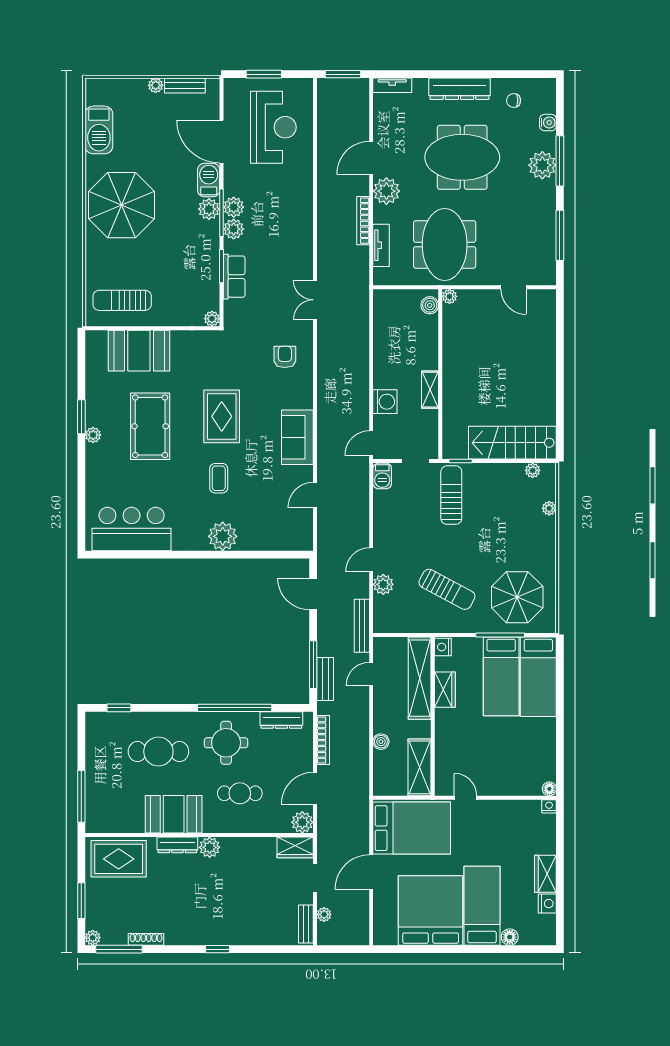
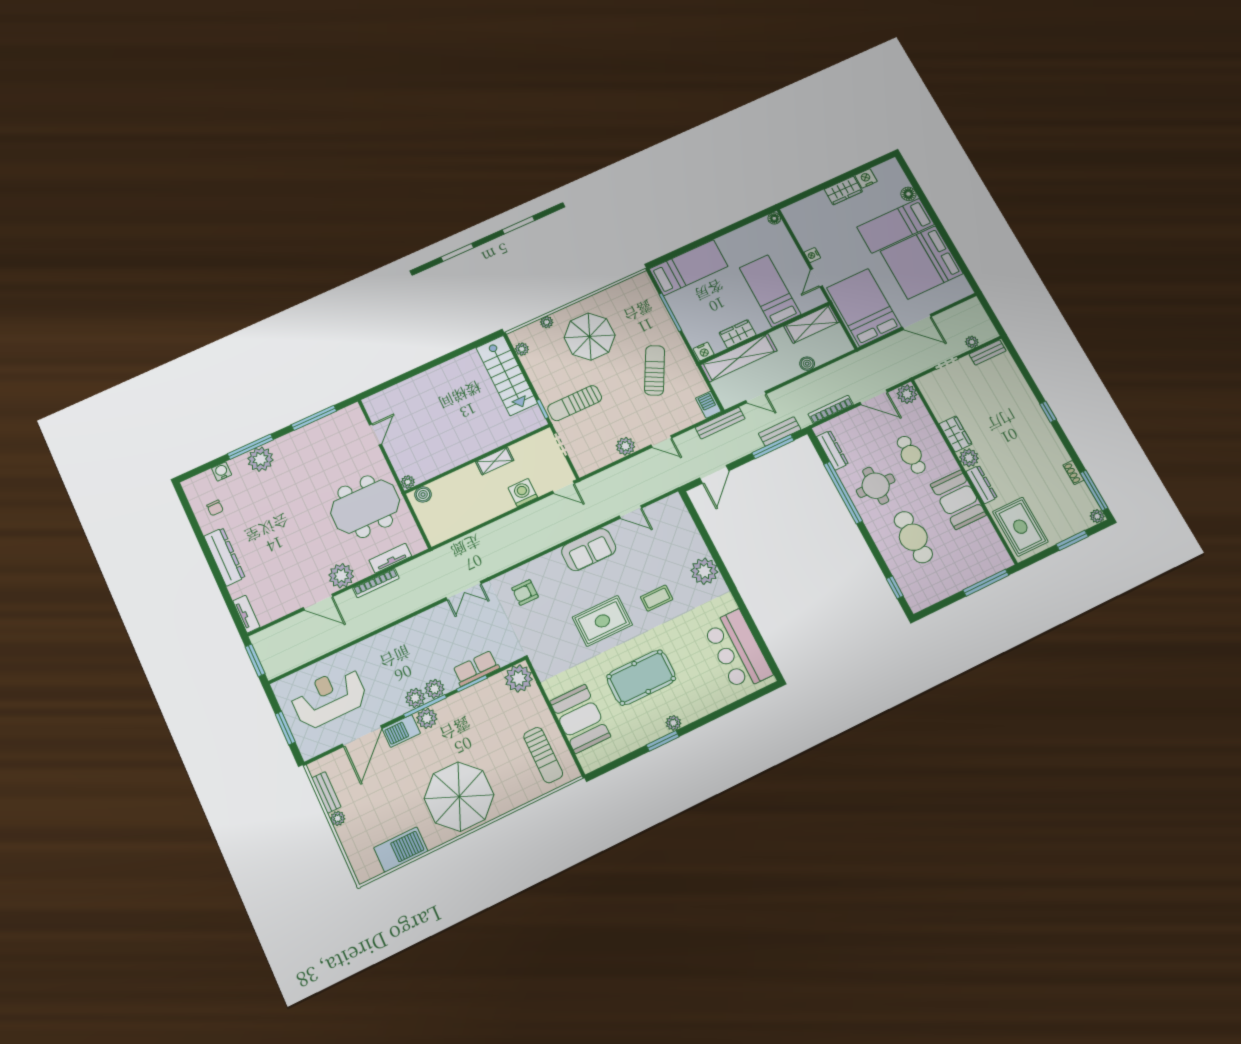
meeting table: (462, 157) -> (283, 527), removed
plant: (212, 319) -> (519, 678), width x1.87, depth x1.87
barbecue: (382, 476) -> (708, 405), moved, turned -90
plant: (383, 584) -> (625, 446), moved
parasol: (517, 597) -> (590, 337), moved
bed: (501, 676) -> (770, 291), moved, turned -90
nightstand: (549, 806) -> (812, 255), moved
wardrobe: (295, 847) -> (955, 434), moved
shoe rack: (146, 939) -> (1073, 473), width x0.70

